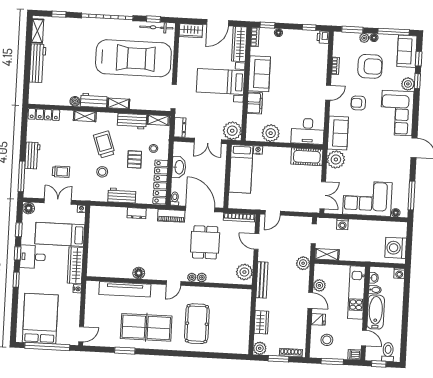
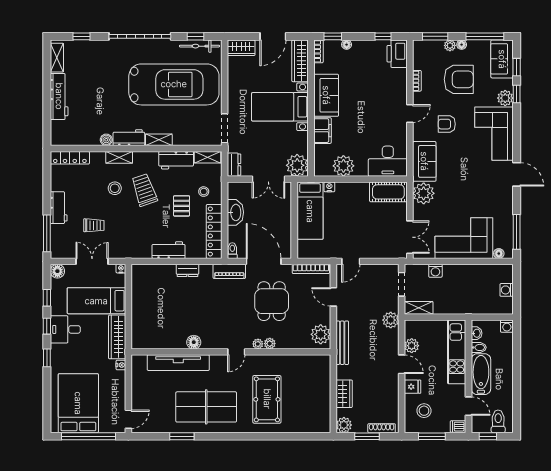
printer: (323, 37) -> (397, 54), width x1.87, depth x1.48
stool: (102, 172) -> (115, 188), moved
washing machine: (396, 248) -> (507, 290), width x0.53, depth x0.53

